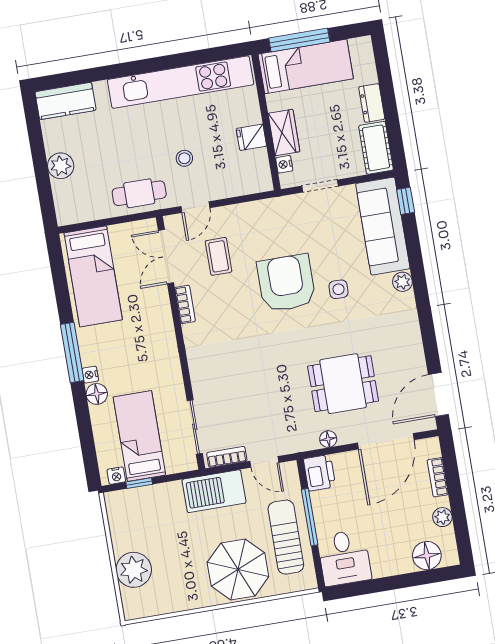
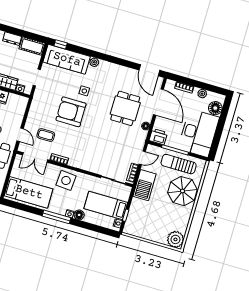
side table: (150, 337) -> (66, 180), added
desk: (344, 558) -> (199, 133), width x1.87, depth x1.30
plant: (134, 570) -> (175, 239), moved

